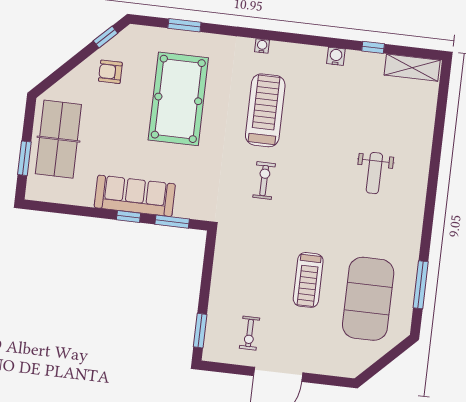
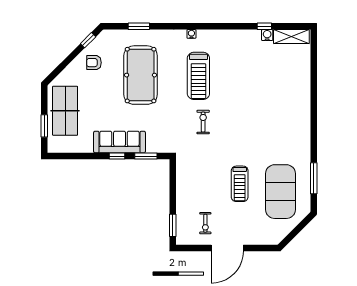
water cooler: (336, 56) -> (267, 35), moved
treadmill: (265, 110) -> (198, 76), turned 180
weight bench: (374, 173) -> (275, 109), removed

